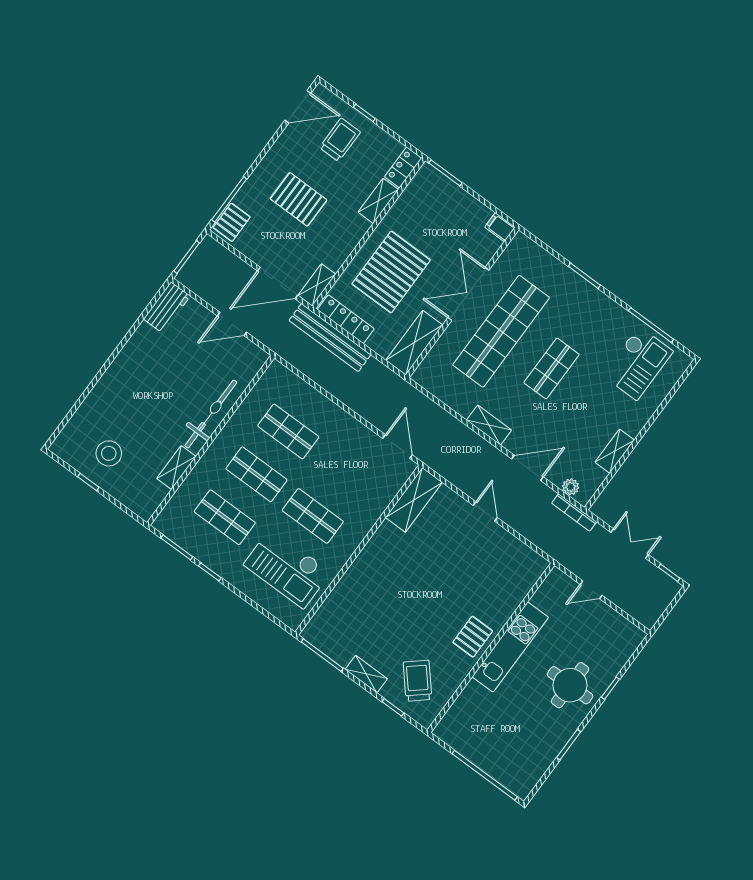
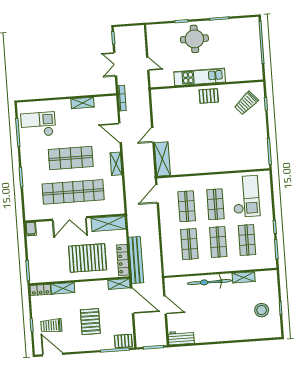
shop shelf: (552, 369) -> (71, 158), width x1.43, depth x1.36
shop shelf: (345, 473) -> (187, 206), added
plant: (571, 487) -> (113, 108), removed
shelving: (414, 500) -> (162, 159), moved, turned 90
shelving: (366, 674) -> (262, 127), removed

